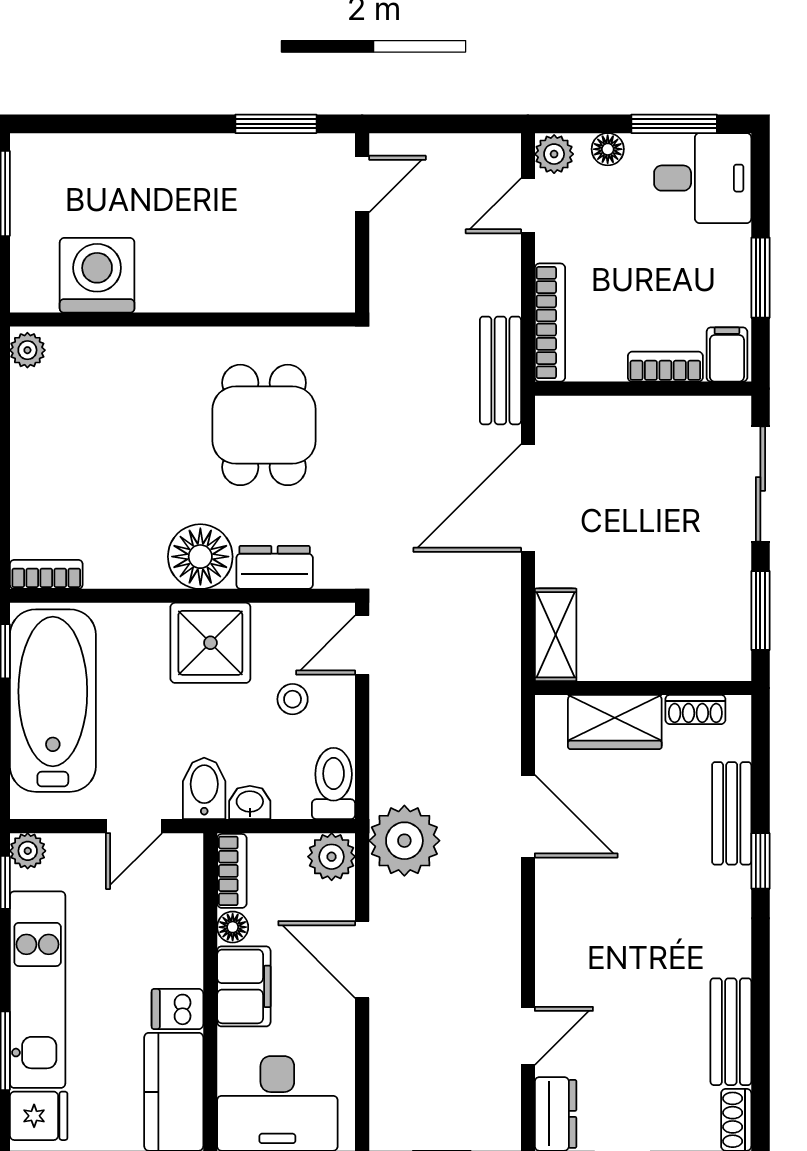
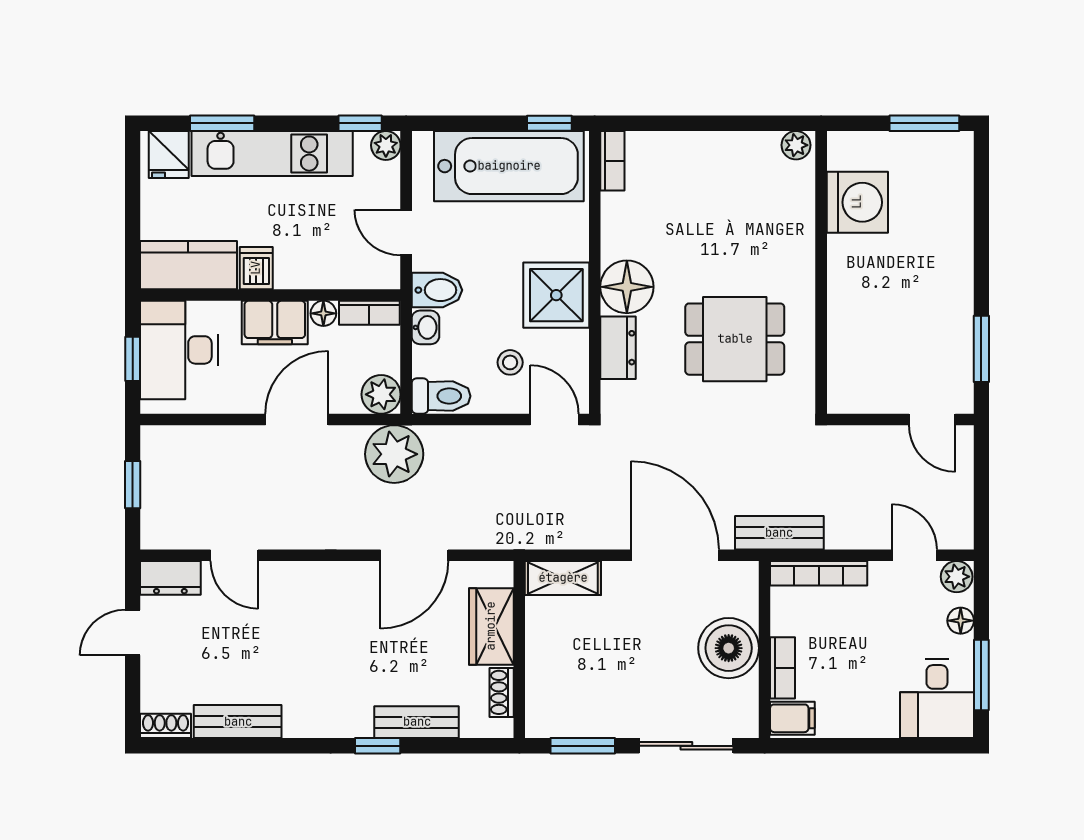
window: (760, 278) -> (855, 746), removed
boiler: (641, 432) -> (729, 648), added

